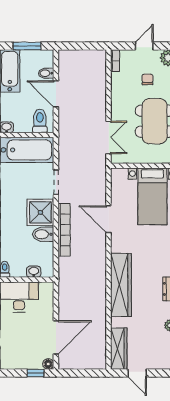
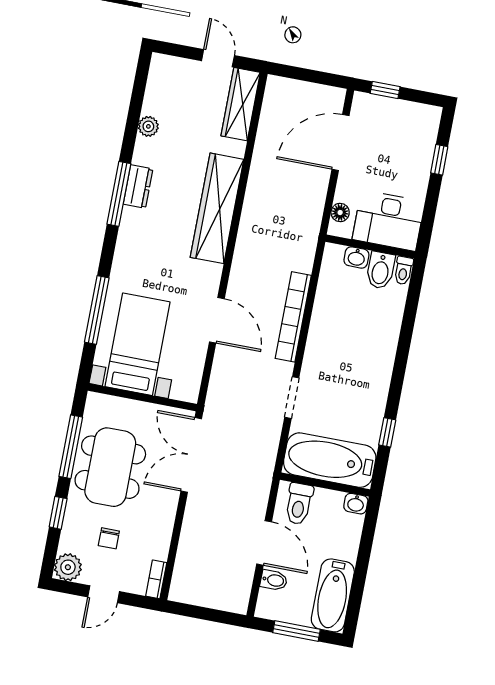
double door: (109, 137) -> (191, 455), width x1.37
shower: (40, 212) -> (327, 353), removed
bidet: (43, 234) -> (380, 270), moved, turned 90
floor lamp: (48, 364) -> (340, 212), moved

